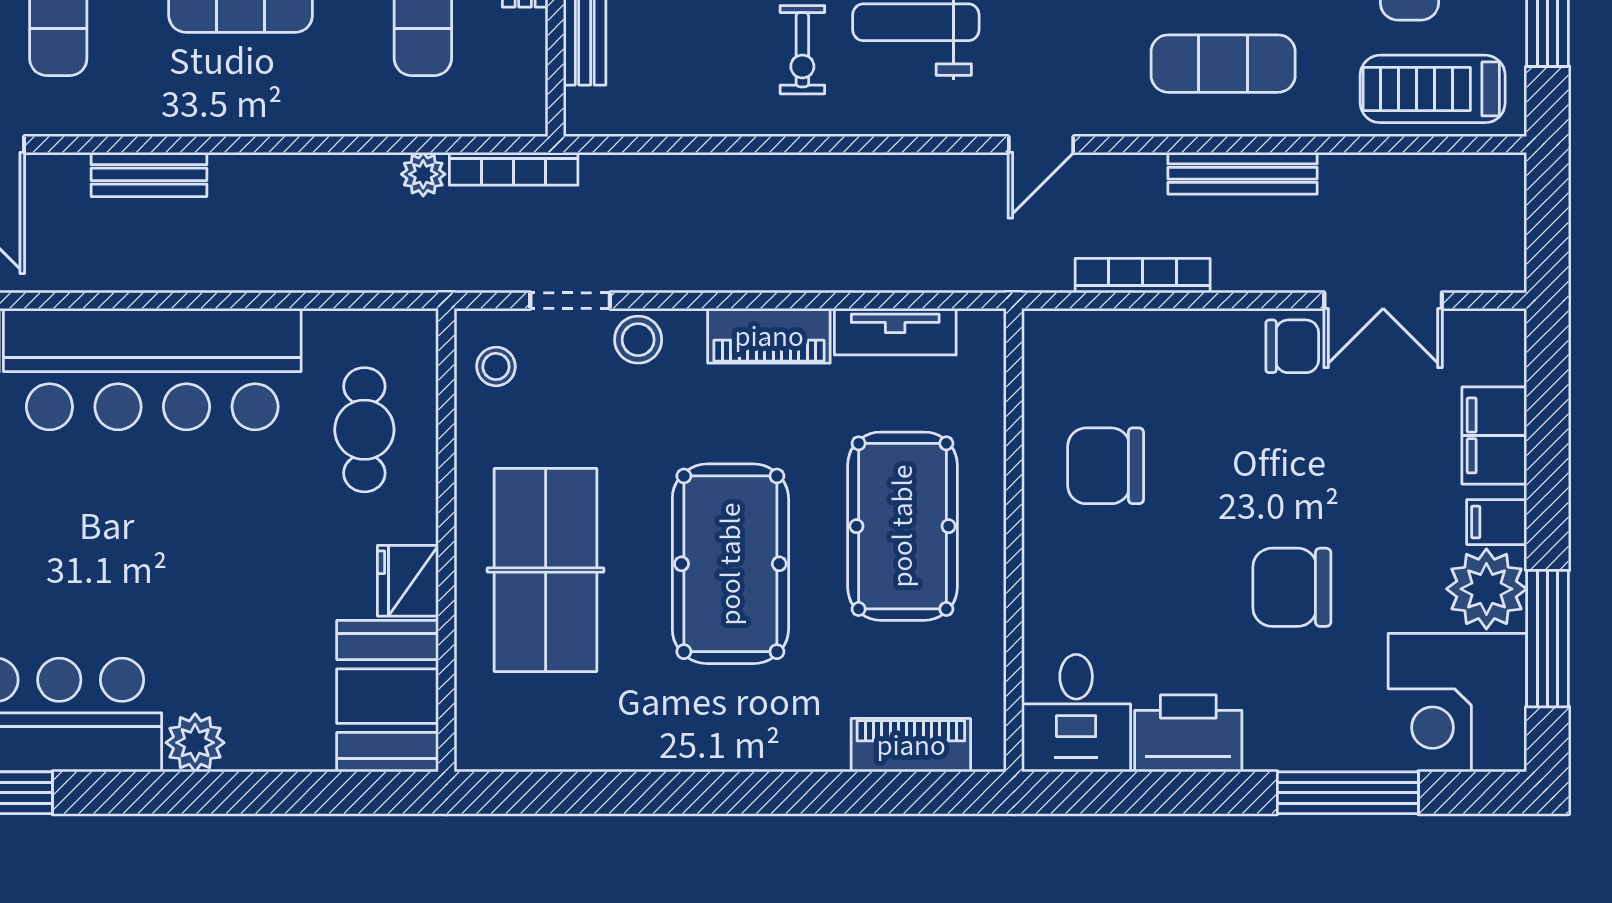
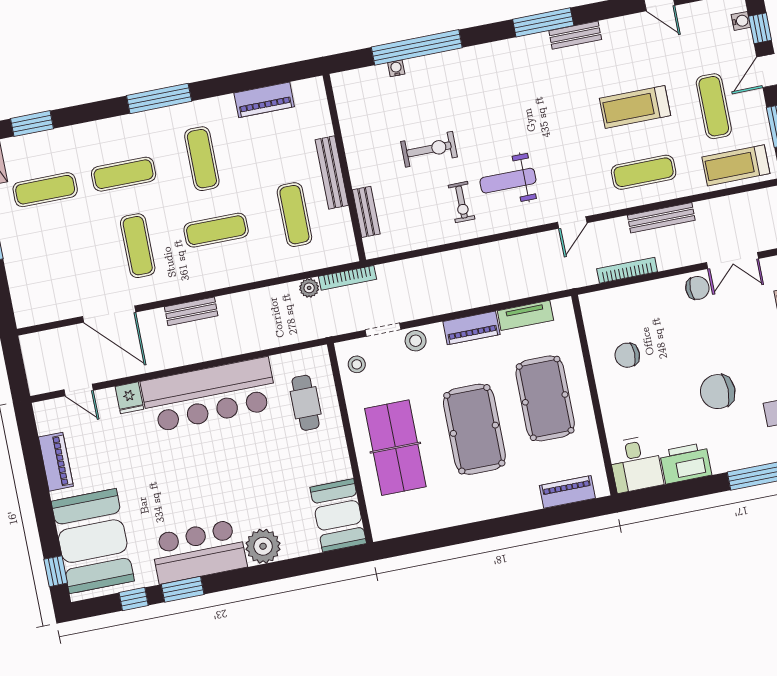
chair: (1106, 466) -> (627, 355), width x0.73, depth x0.73
fridge: (408, 581) -> (337, 464), removed
plant: (195, 743) -> (263, 546), width x1.36, depth x1.36

